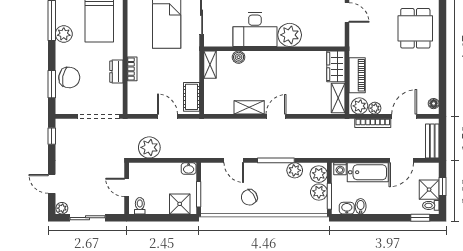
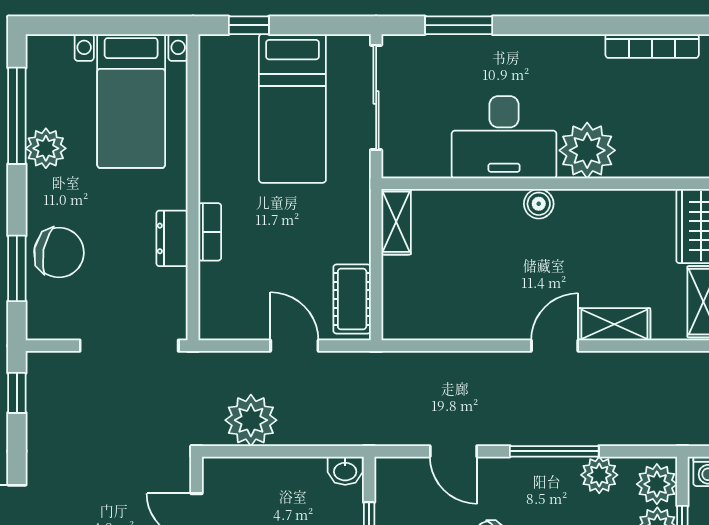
boiler: (239, 57) -> (539, 204), moved
shelving: (249, 107) -> (614, 324), moved

